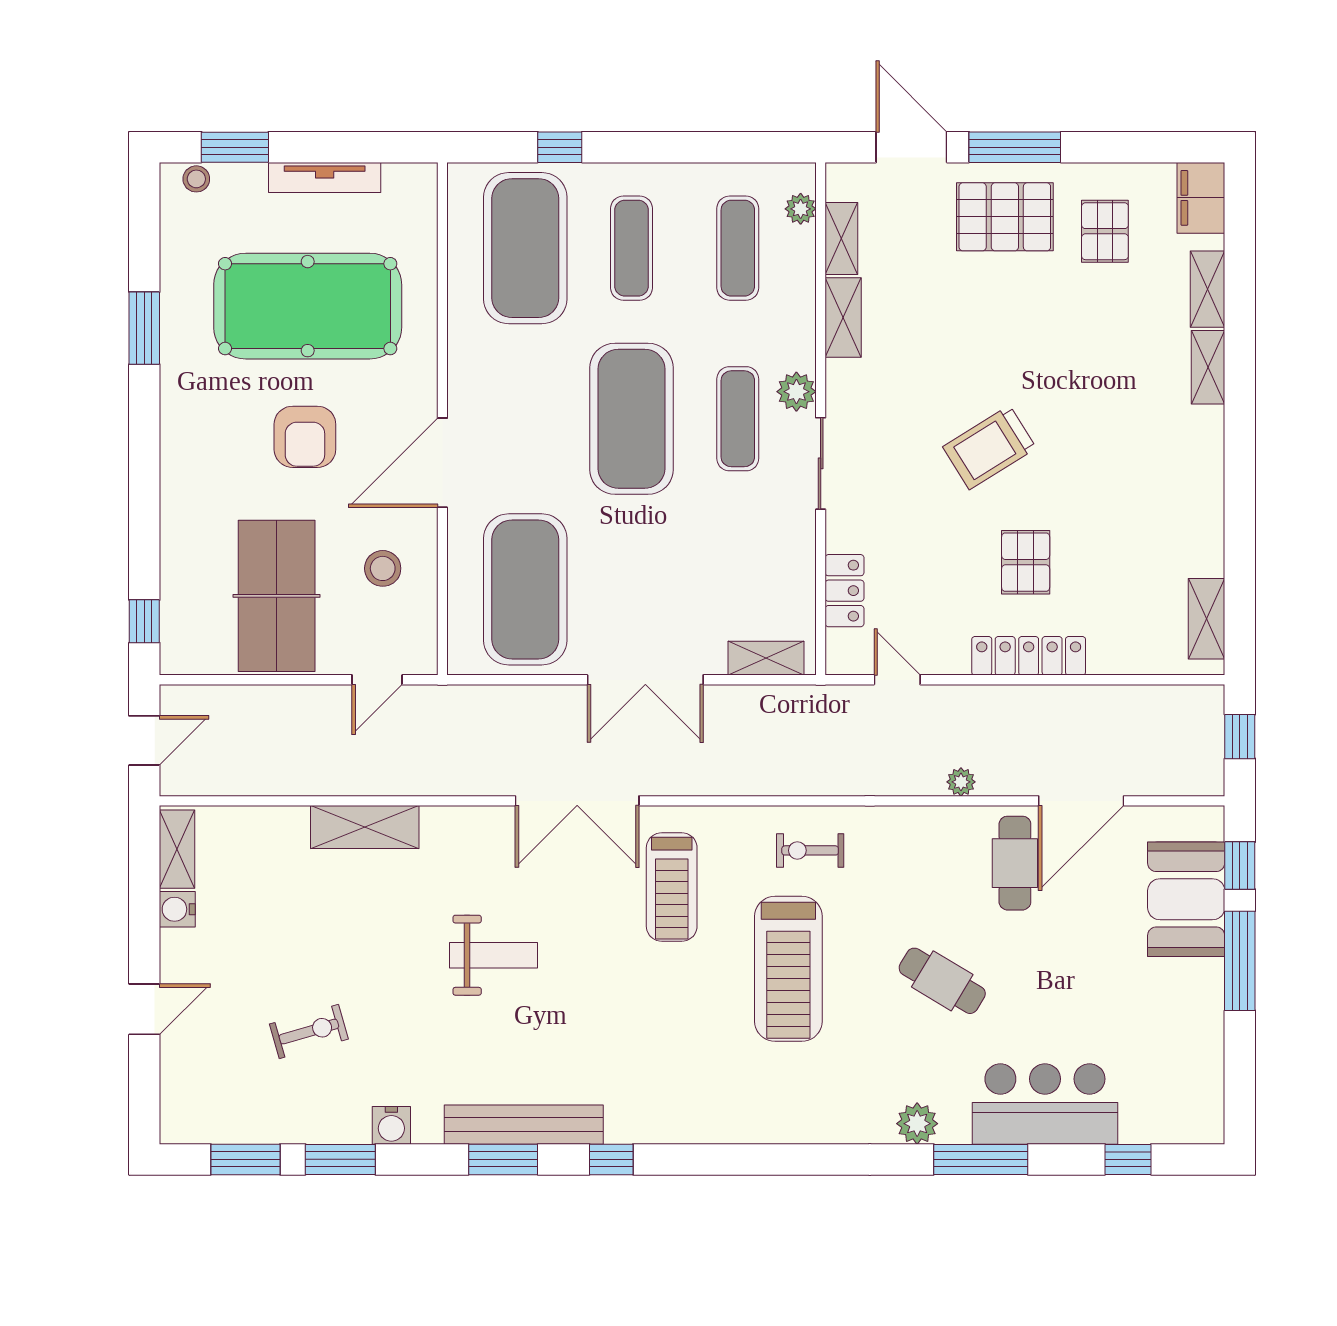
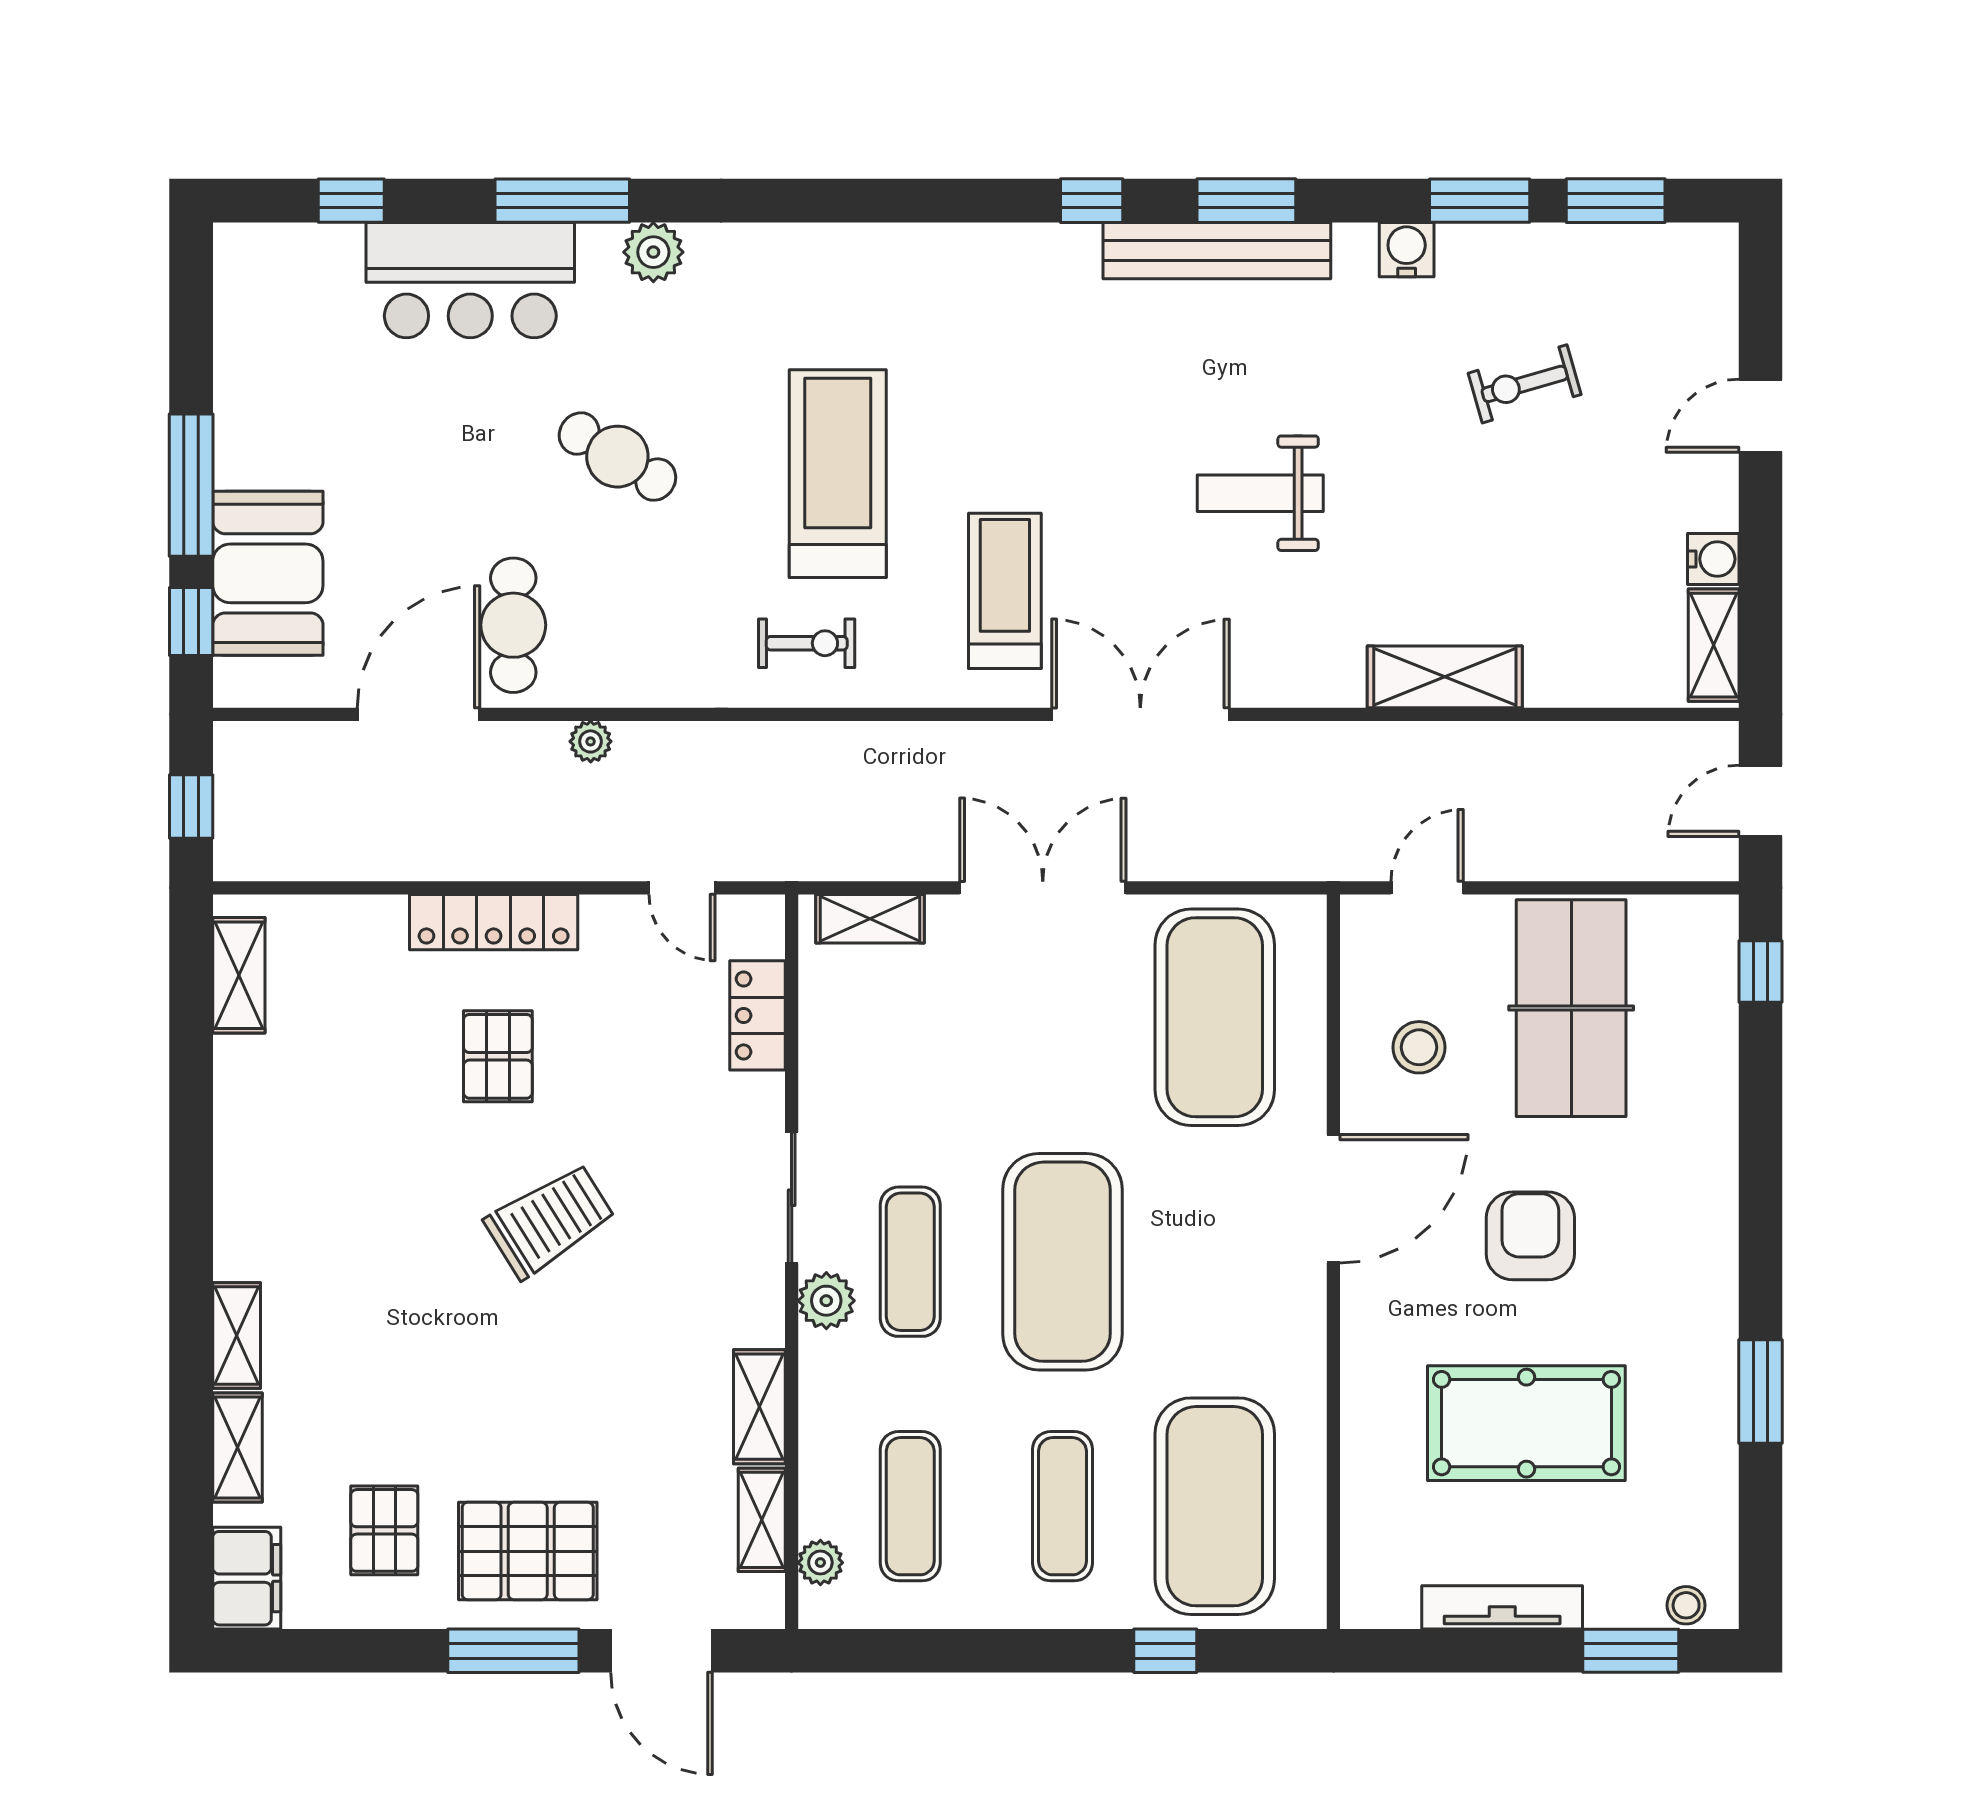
pool table: (308, 306) -> (1526, 1423), width x0.73, depth x0.76

